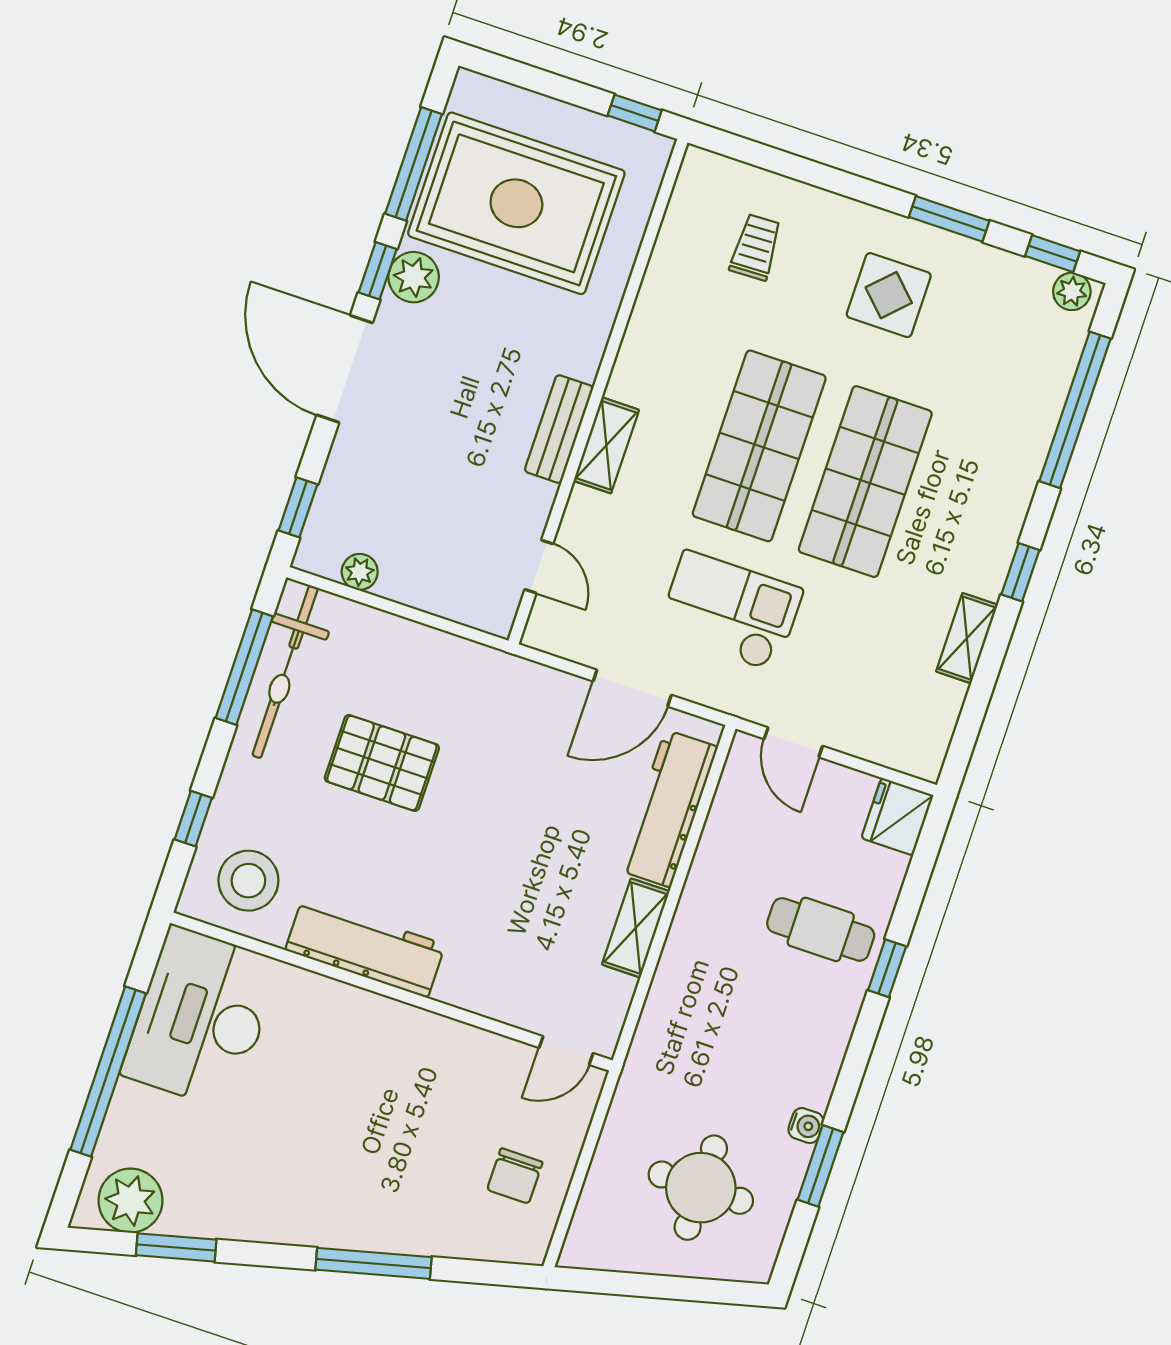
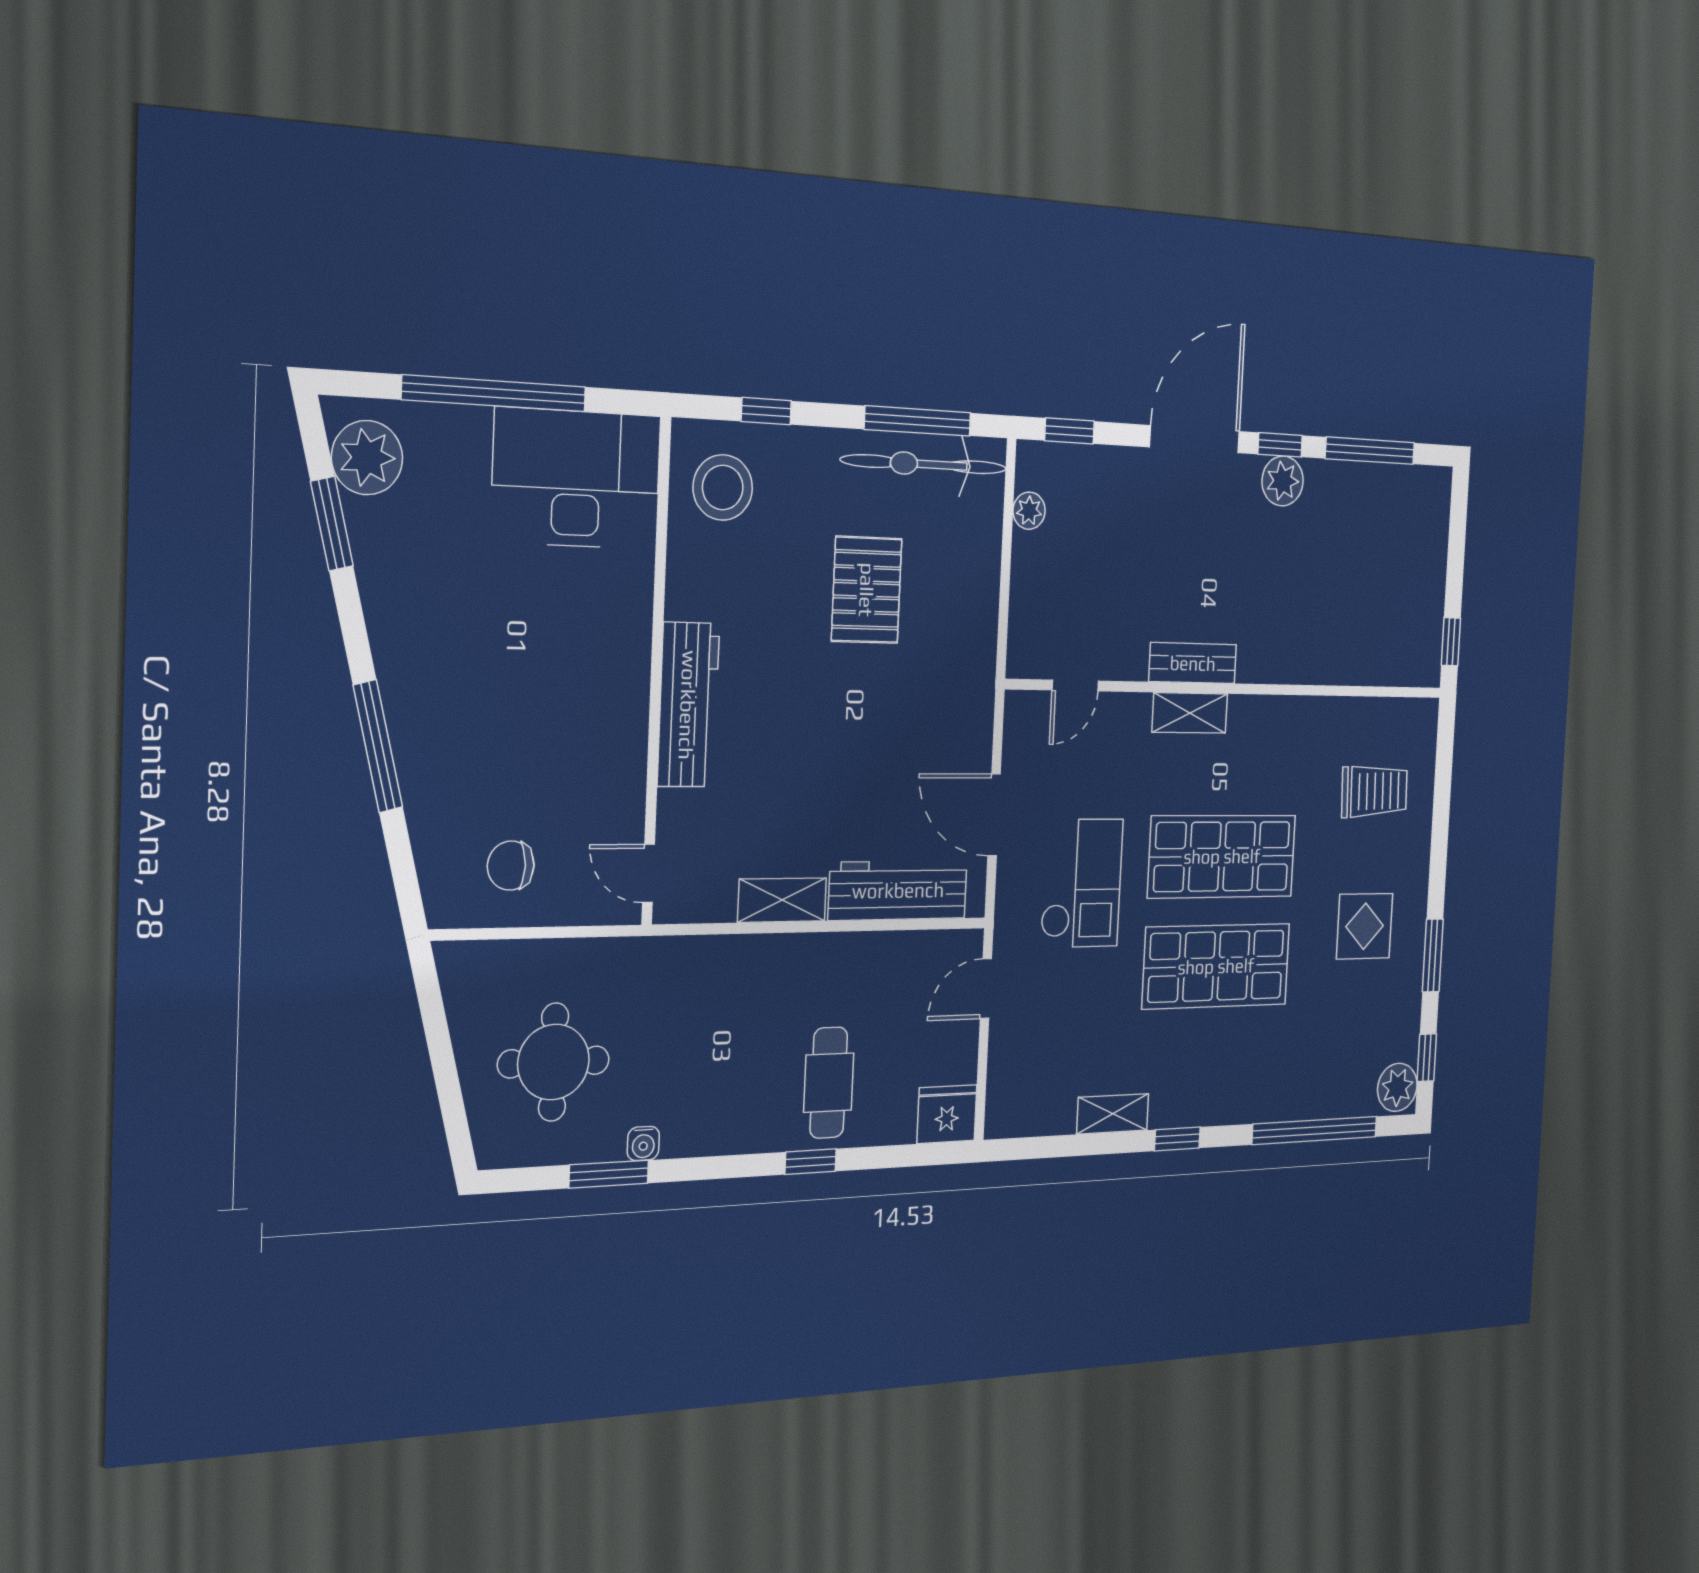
rug: (516, 203) -> (1360, 558), removed
trolley: (756, 247) -> (1374, 791), width x1.36, depth x1.39
plant: (1072, 291) -> (1397, 1087), width x1.38, depth x1.38
workbench: (365, 947) -> (688, 705), moved

